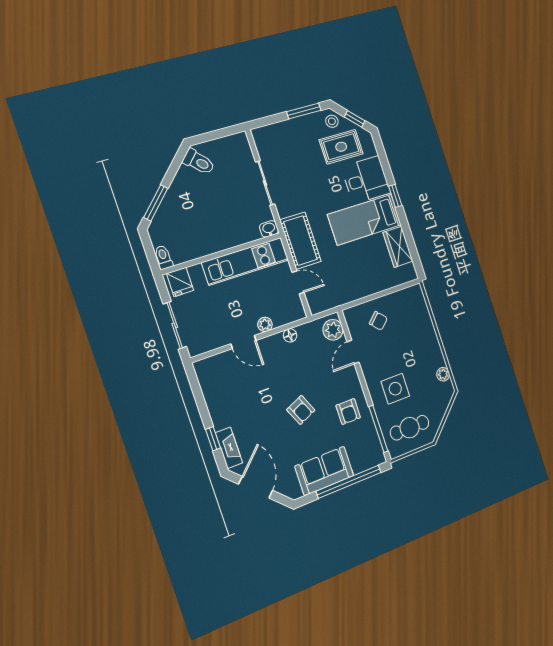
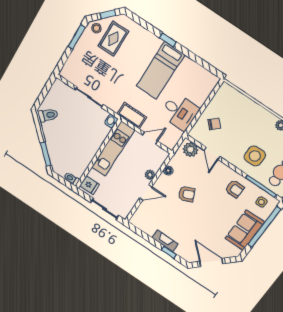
desk: (366, 180) -> (180, 112), moved, turned 90
cot: (300, 241) -> (132, 116), width x0.73, depth x0.75
wardrobe: (398, 247) -> (193, 70), removed
armchair: (301, 410) -> (187, 194), moved
fireplace: (229, 448) -> (165, 241), moved
side table: (366, 448) -> (261, 202), added

